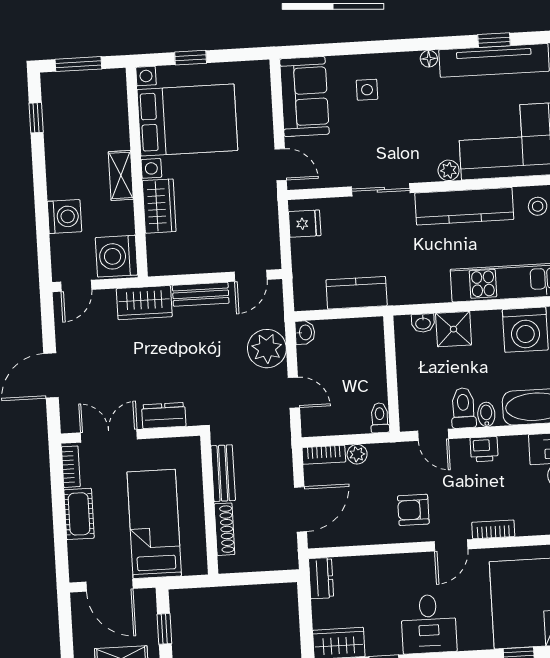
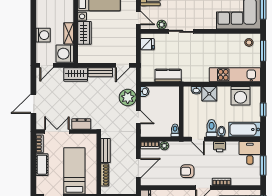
plant: (449, 170) -> (162, 25), moved
shelving: (121, 175) -> (69, 33), moved
kitchen counter: (464, 206) -> (217, 41), removed

